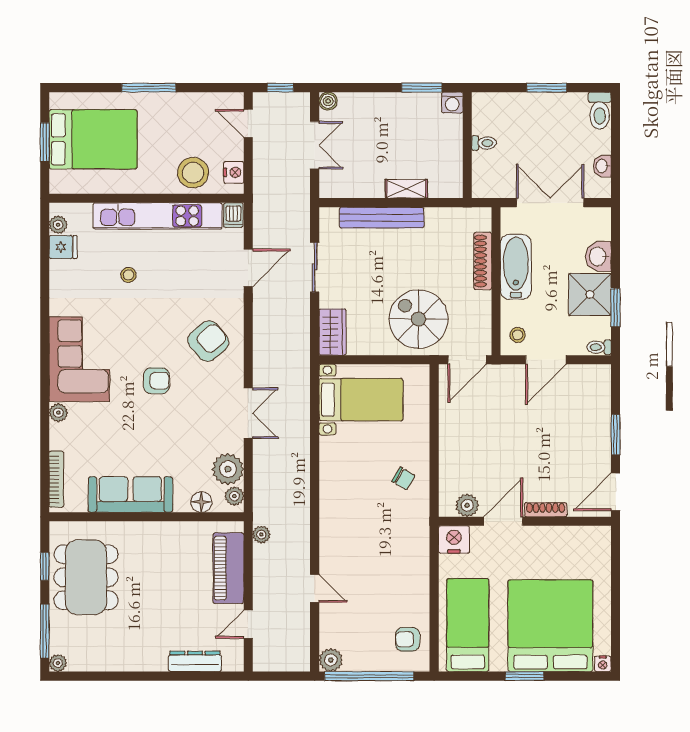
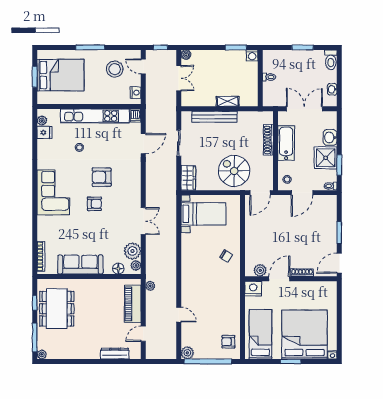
stool: (193, 173) -> (115, 69), moved
armchair: (208, 341) -> (102, 177), moved, turned -140
plant: (58, 413) -> (42, 221), removed

